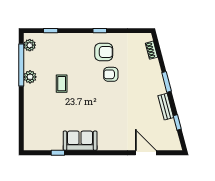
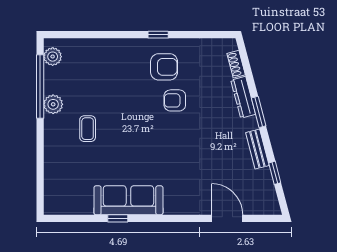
window: (51, 31) -> (84, 35), removed
dresser: (156, 72) -> (243, 97), added
coffee table: (62, 84) -> (88, 129), moved
sofa: (80, 141) -> (128, 200), width x1.36
window: (58, 153) -> (118, 218), moved

